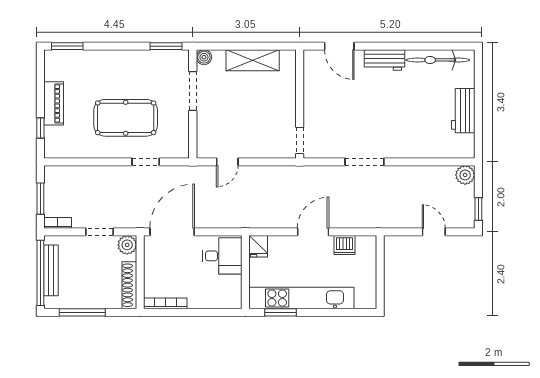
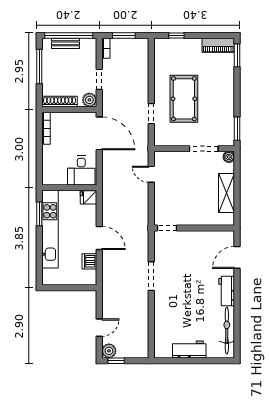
piano: (54, 103) -> (218, 45), moved
plant: (465, 175) -> (109, 351), moved
bench: (51, 270) -> (65, 43), width x0.73

